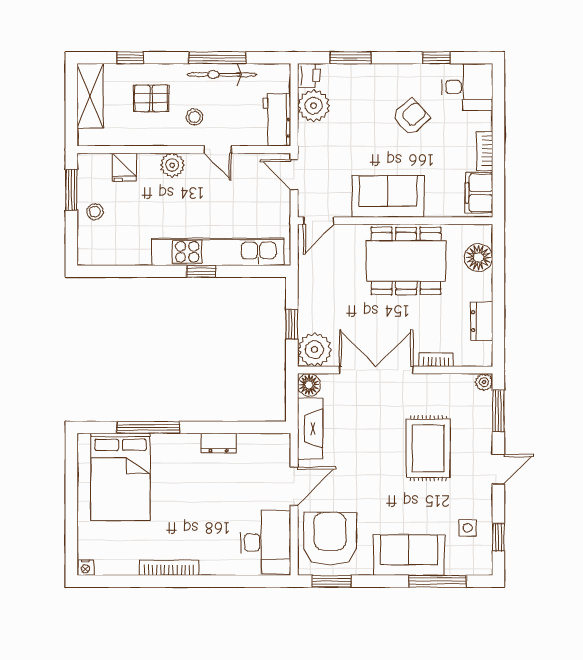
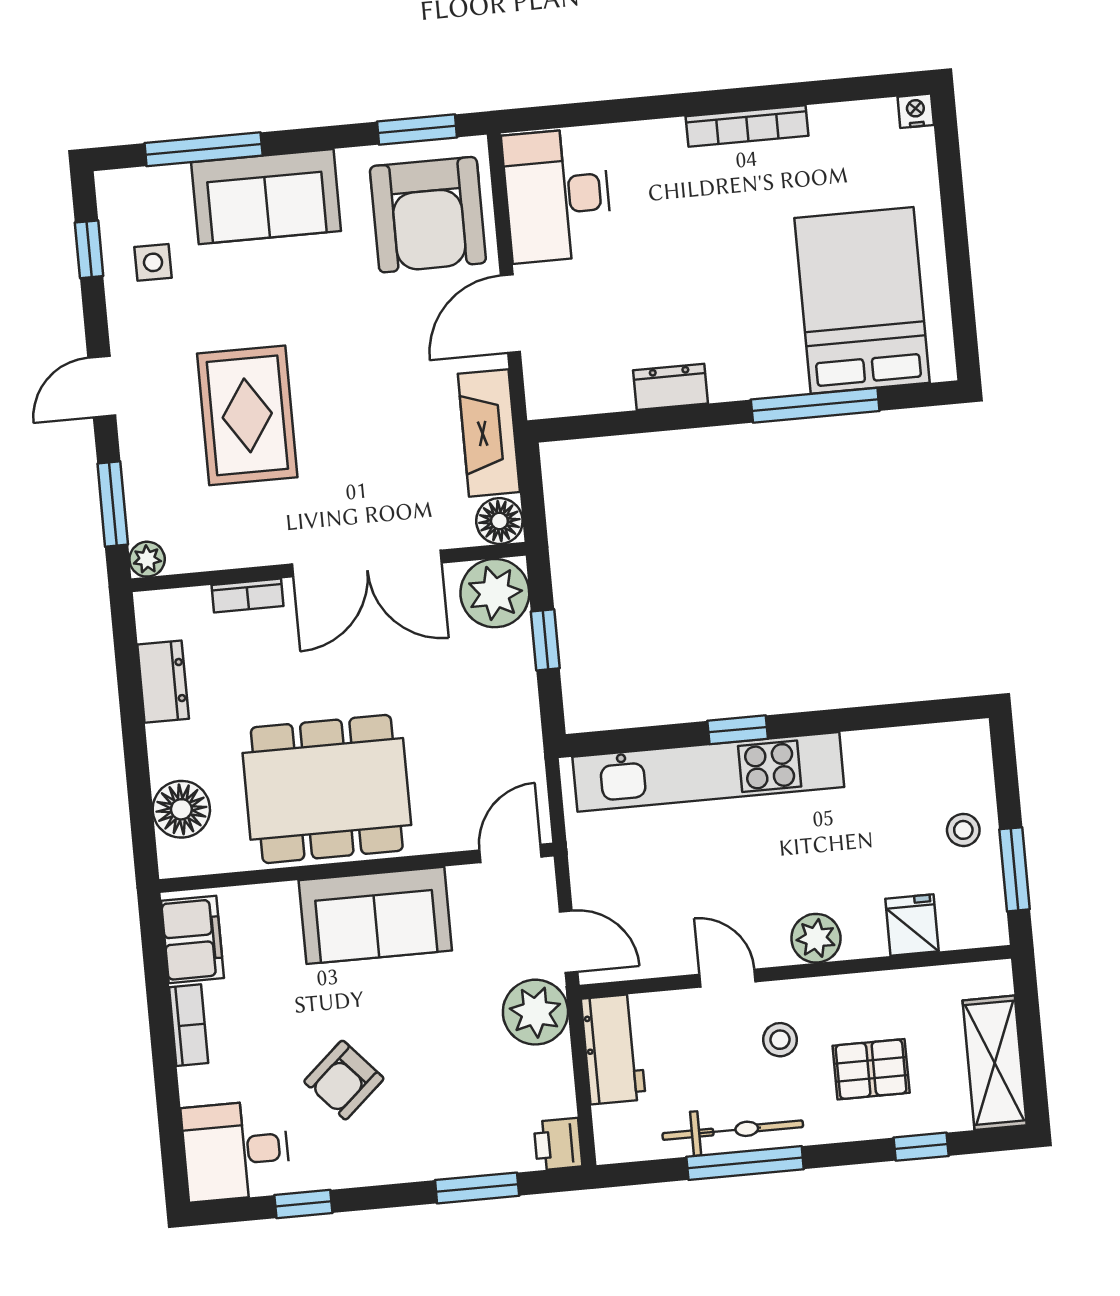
plant: (314, 106) -> (535, 1012), moved

